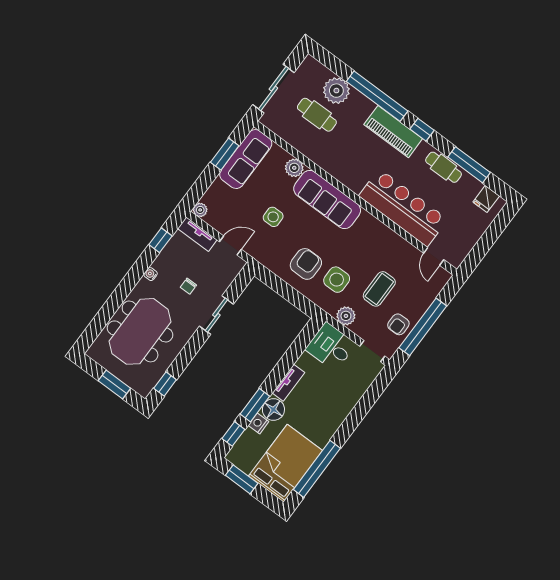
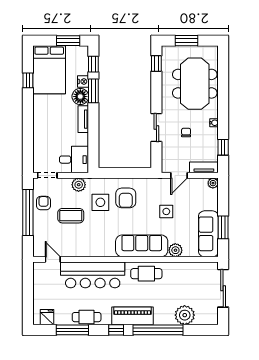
cafe table: (317, 115) -> (146, 274), moved
coffee table: (379, 289) -> (71, 216), turned 90
window: (317, 469) -> (28, 80), width x0.32

